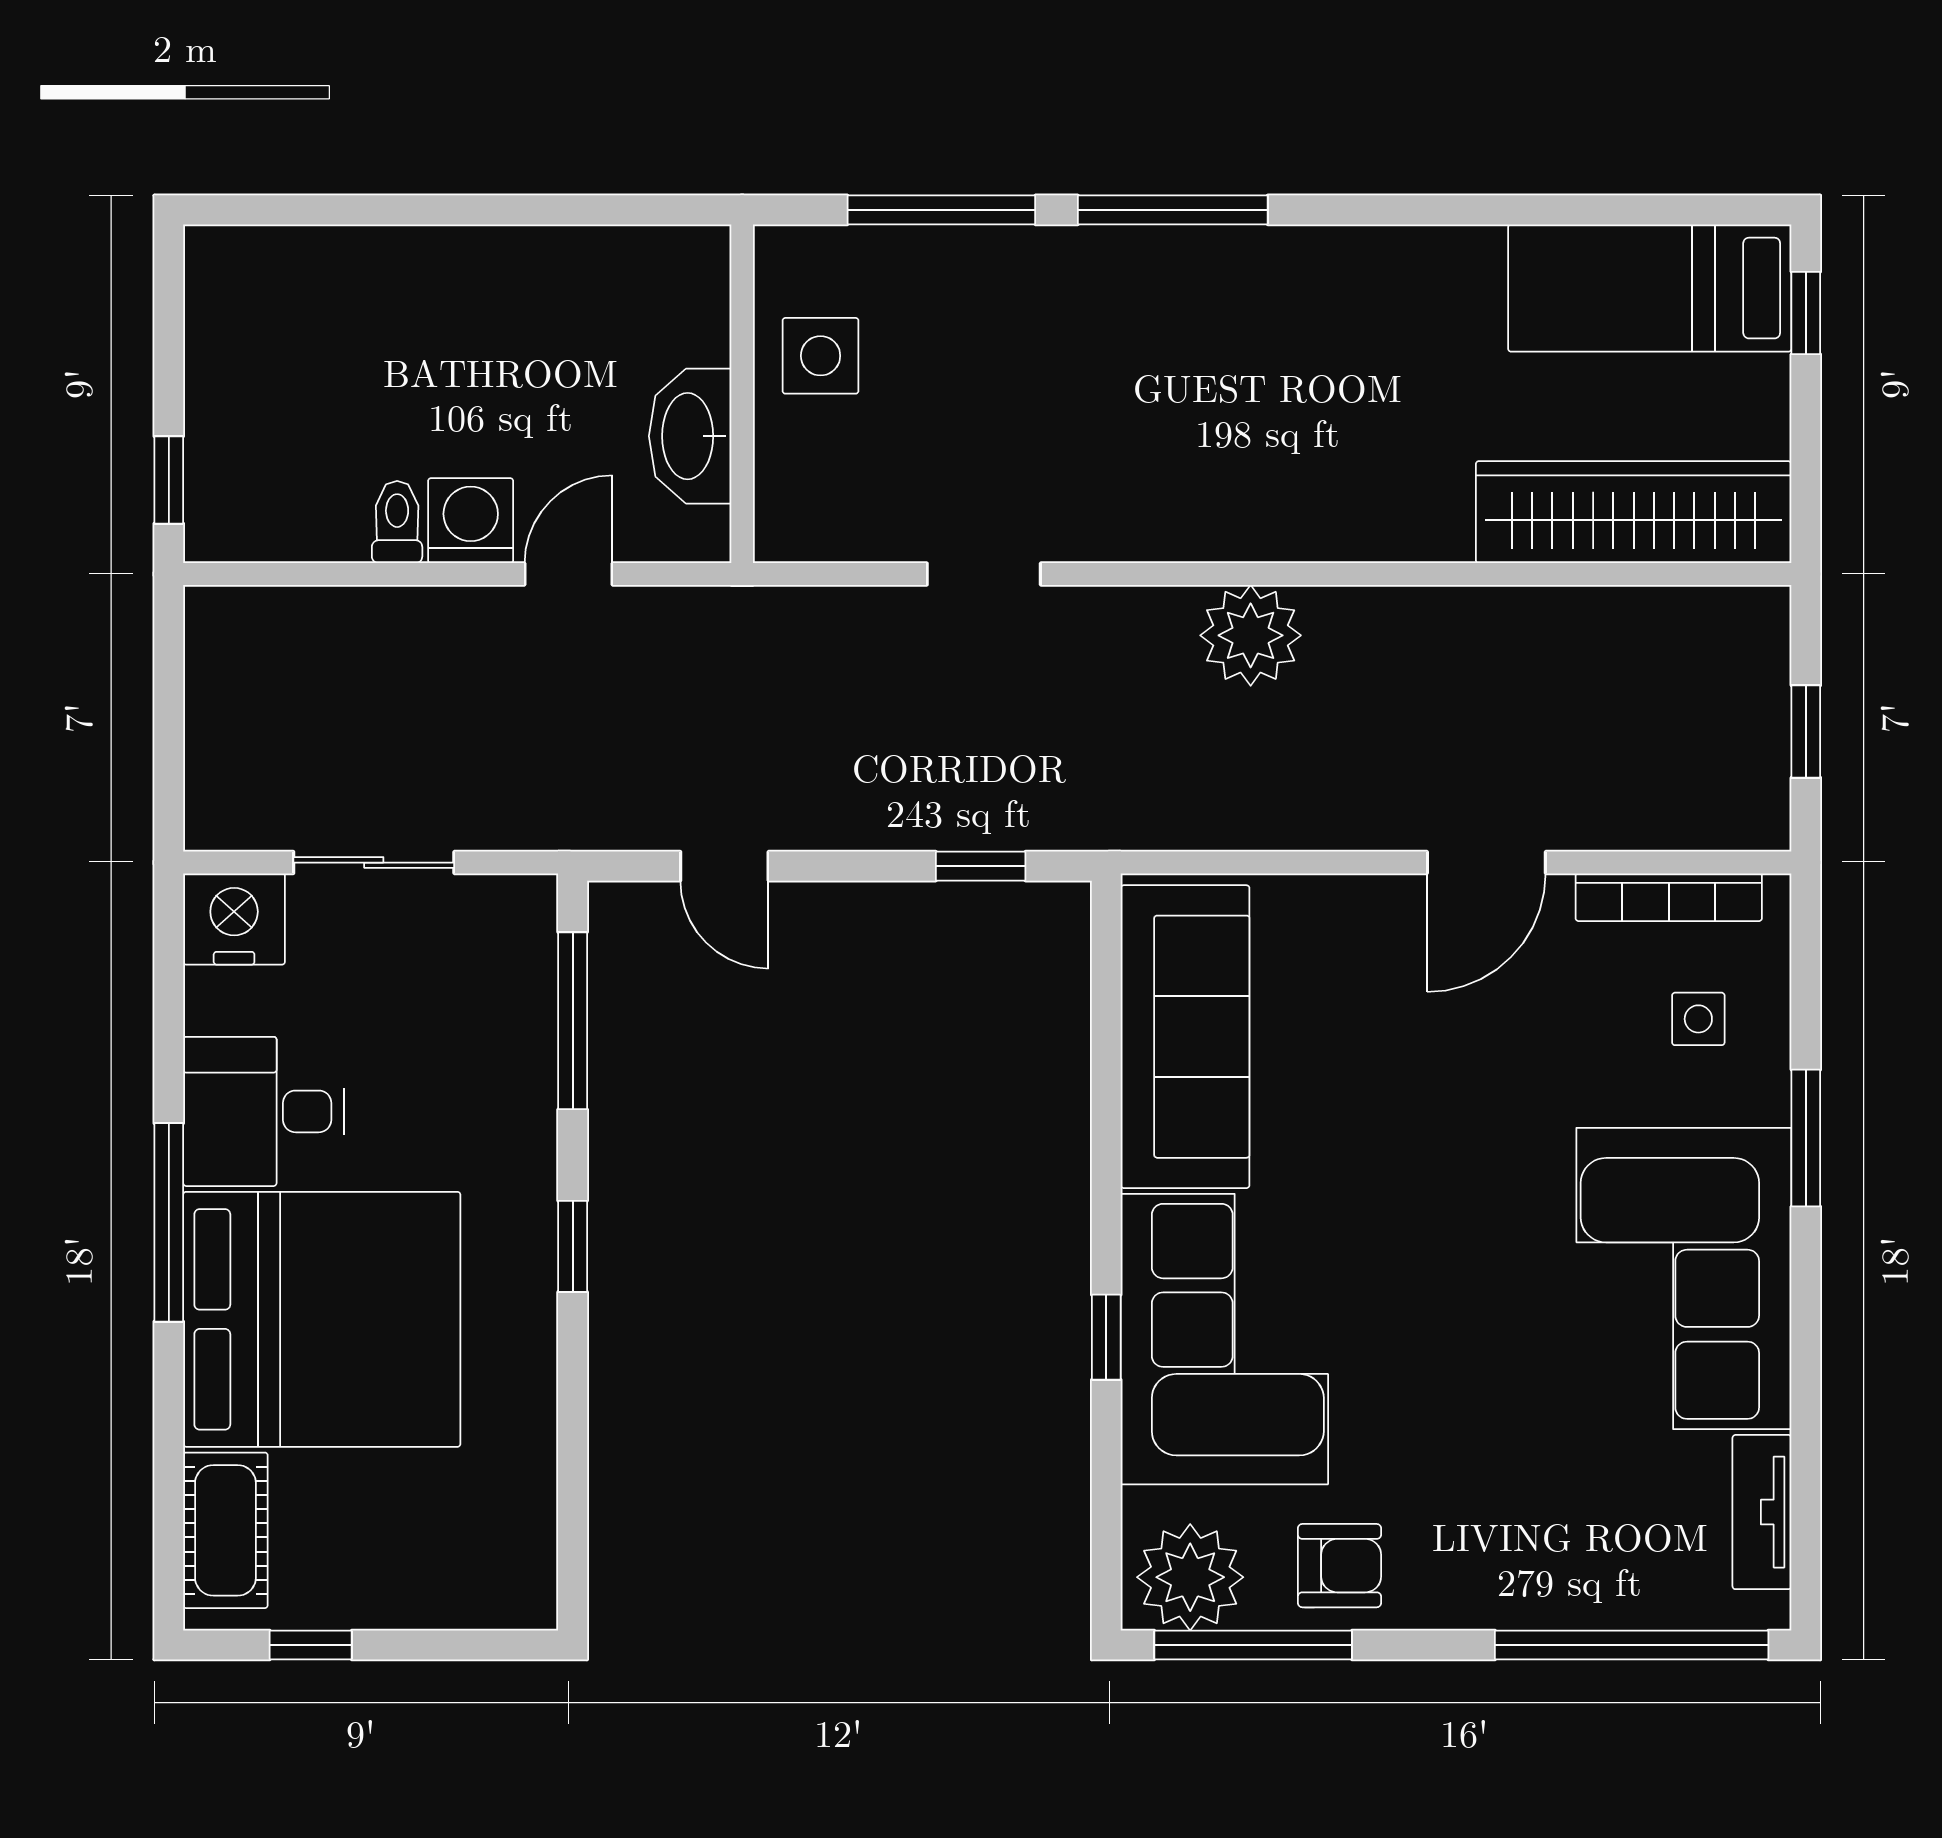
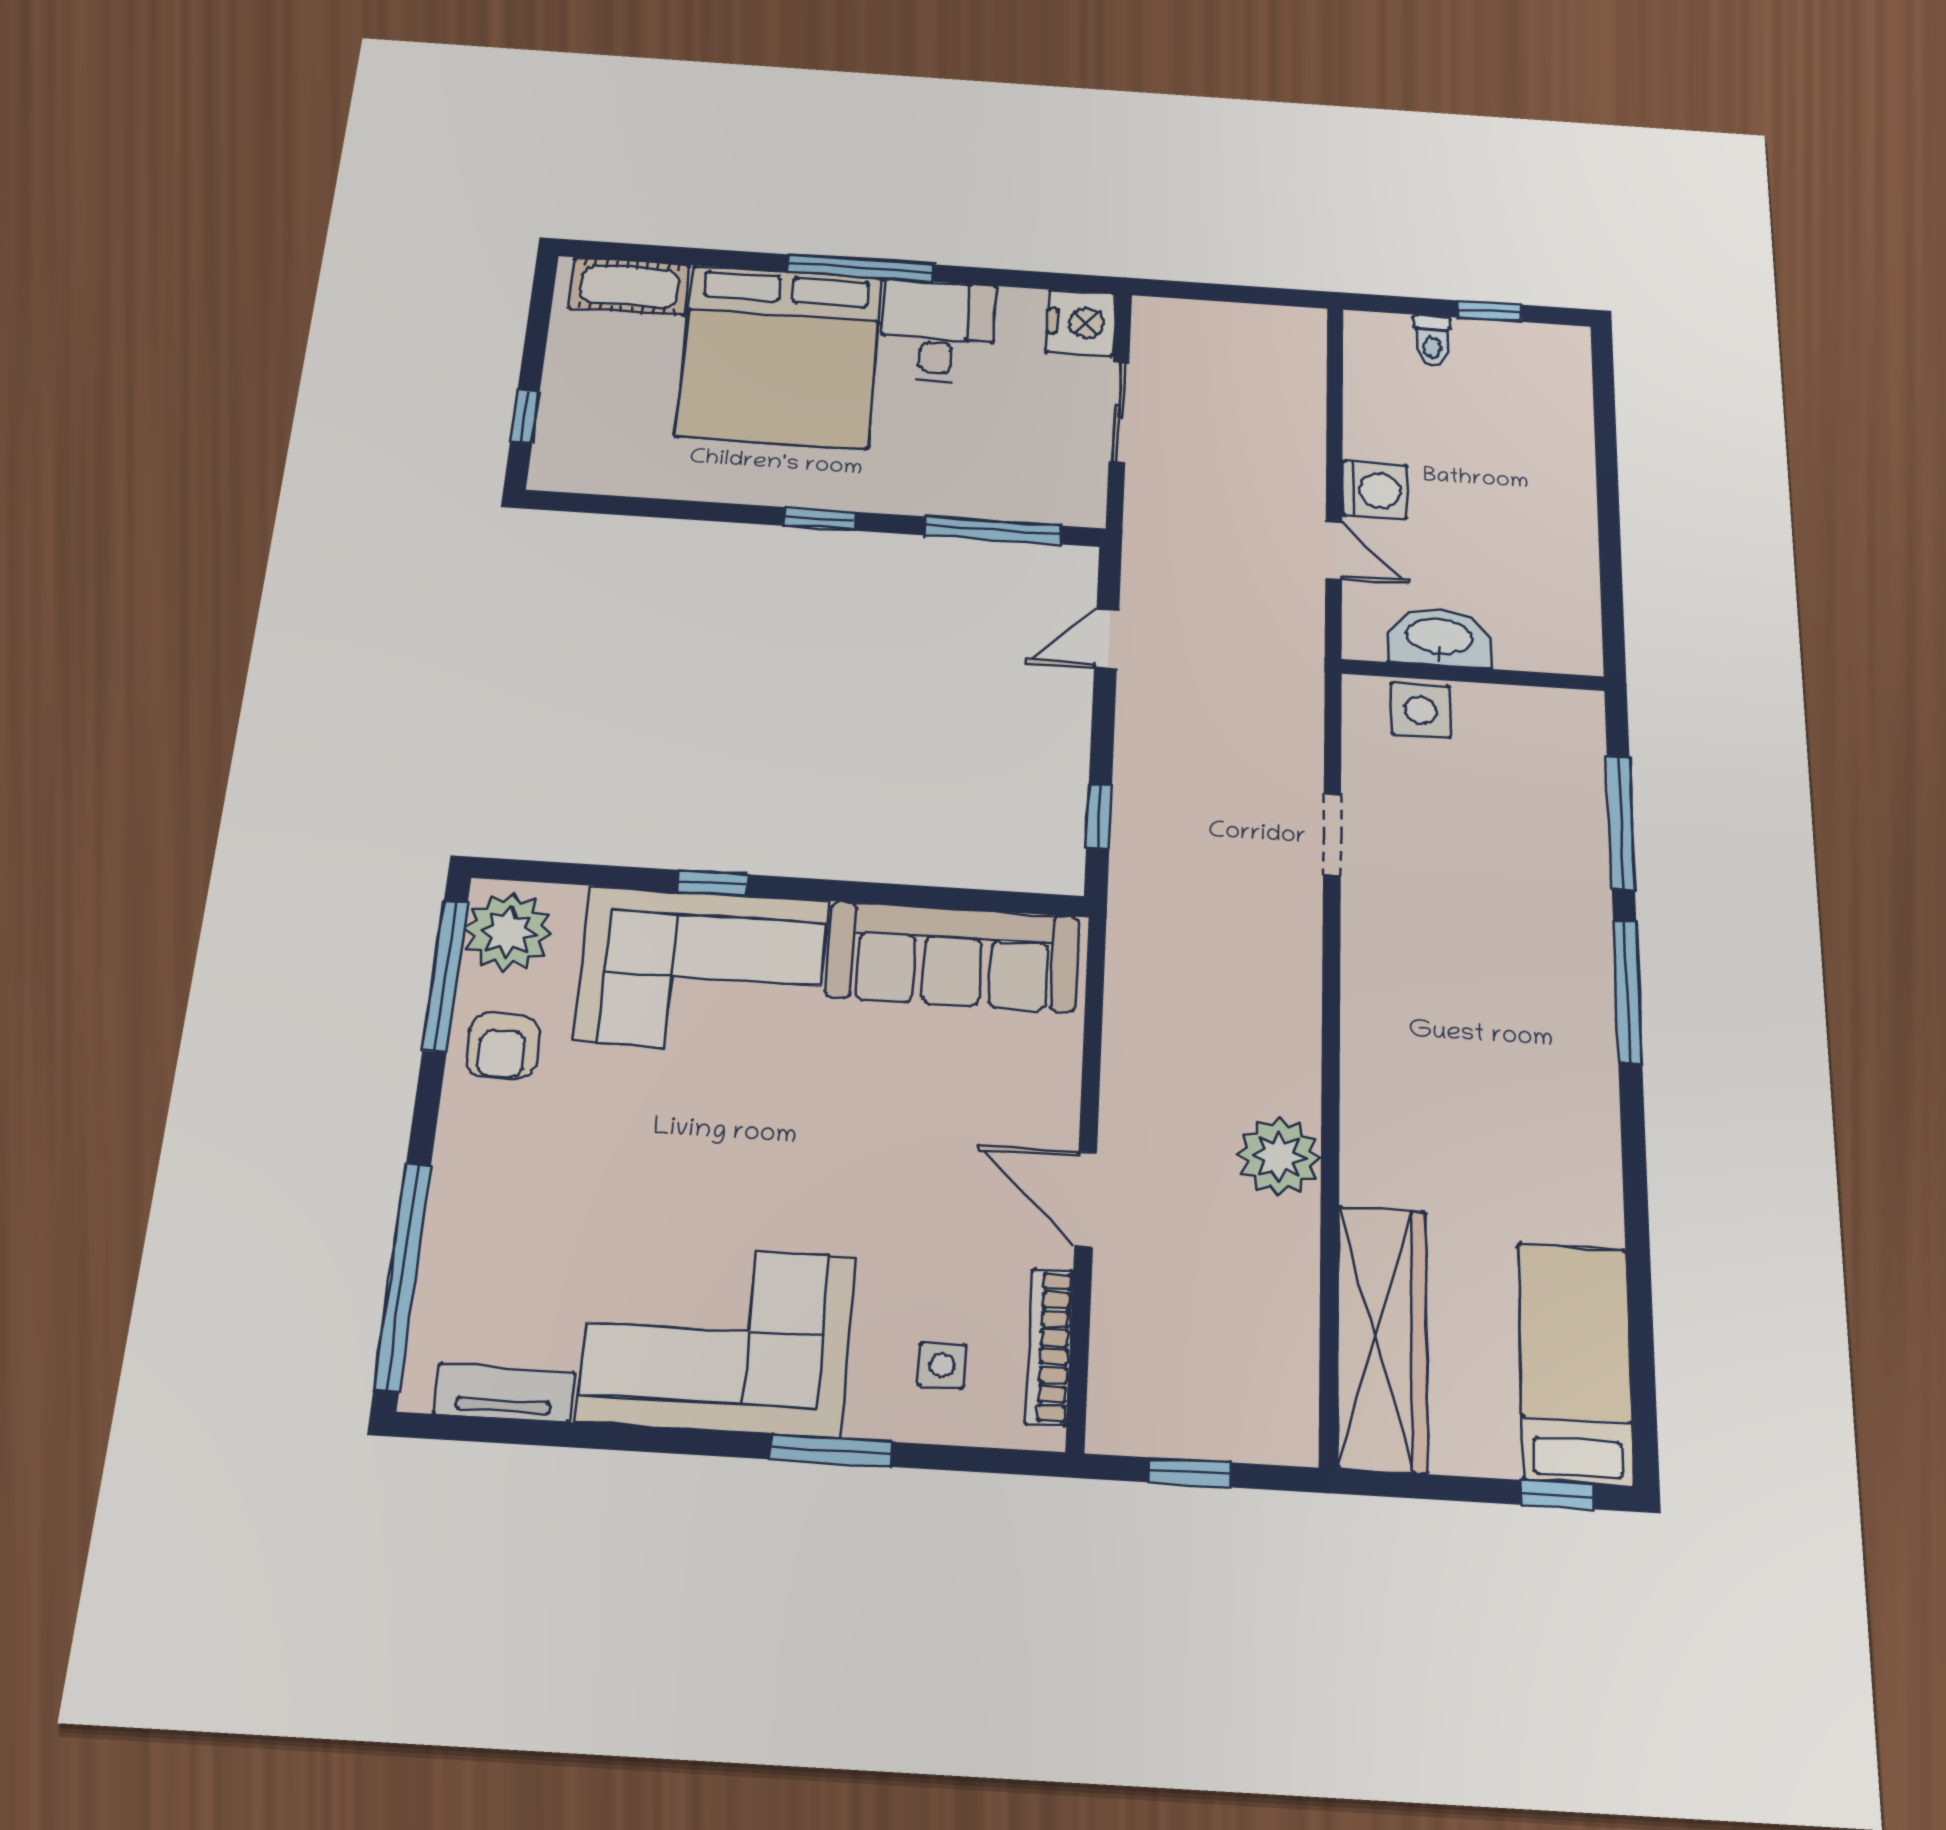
side table: (821, 356) -> (1421, 710), moved
window: (169, 480) -> (1490, 311), moved
toilet: (397, 522) -> (1432, 341), moved, turned 90
plant: (1251, 635) -> (1279, 1156), moved
window: (311, 1645) -> (525, 417), moved

